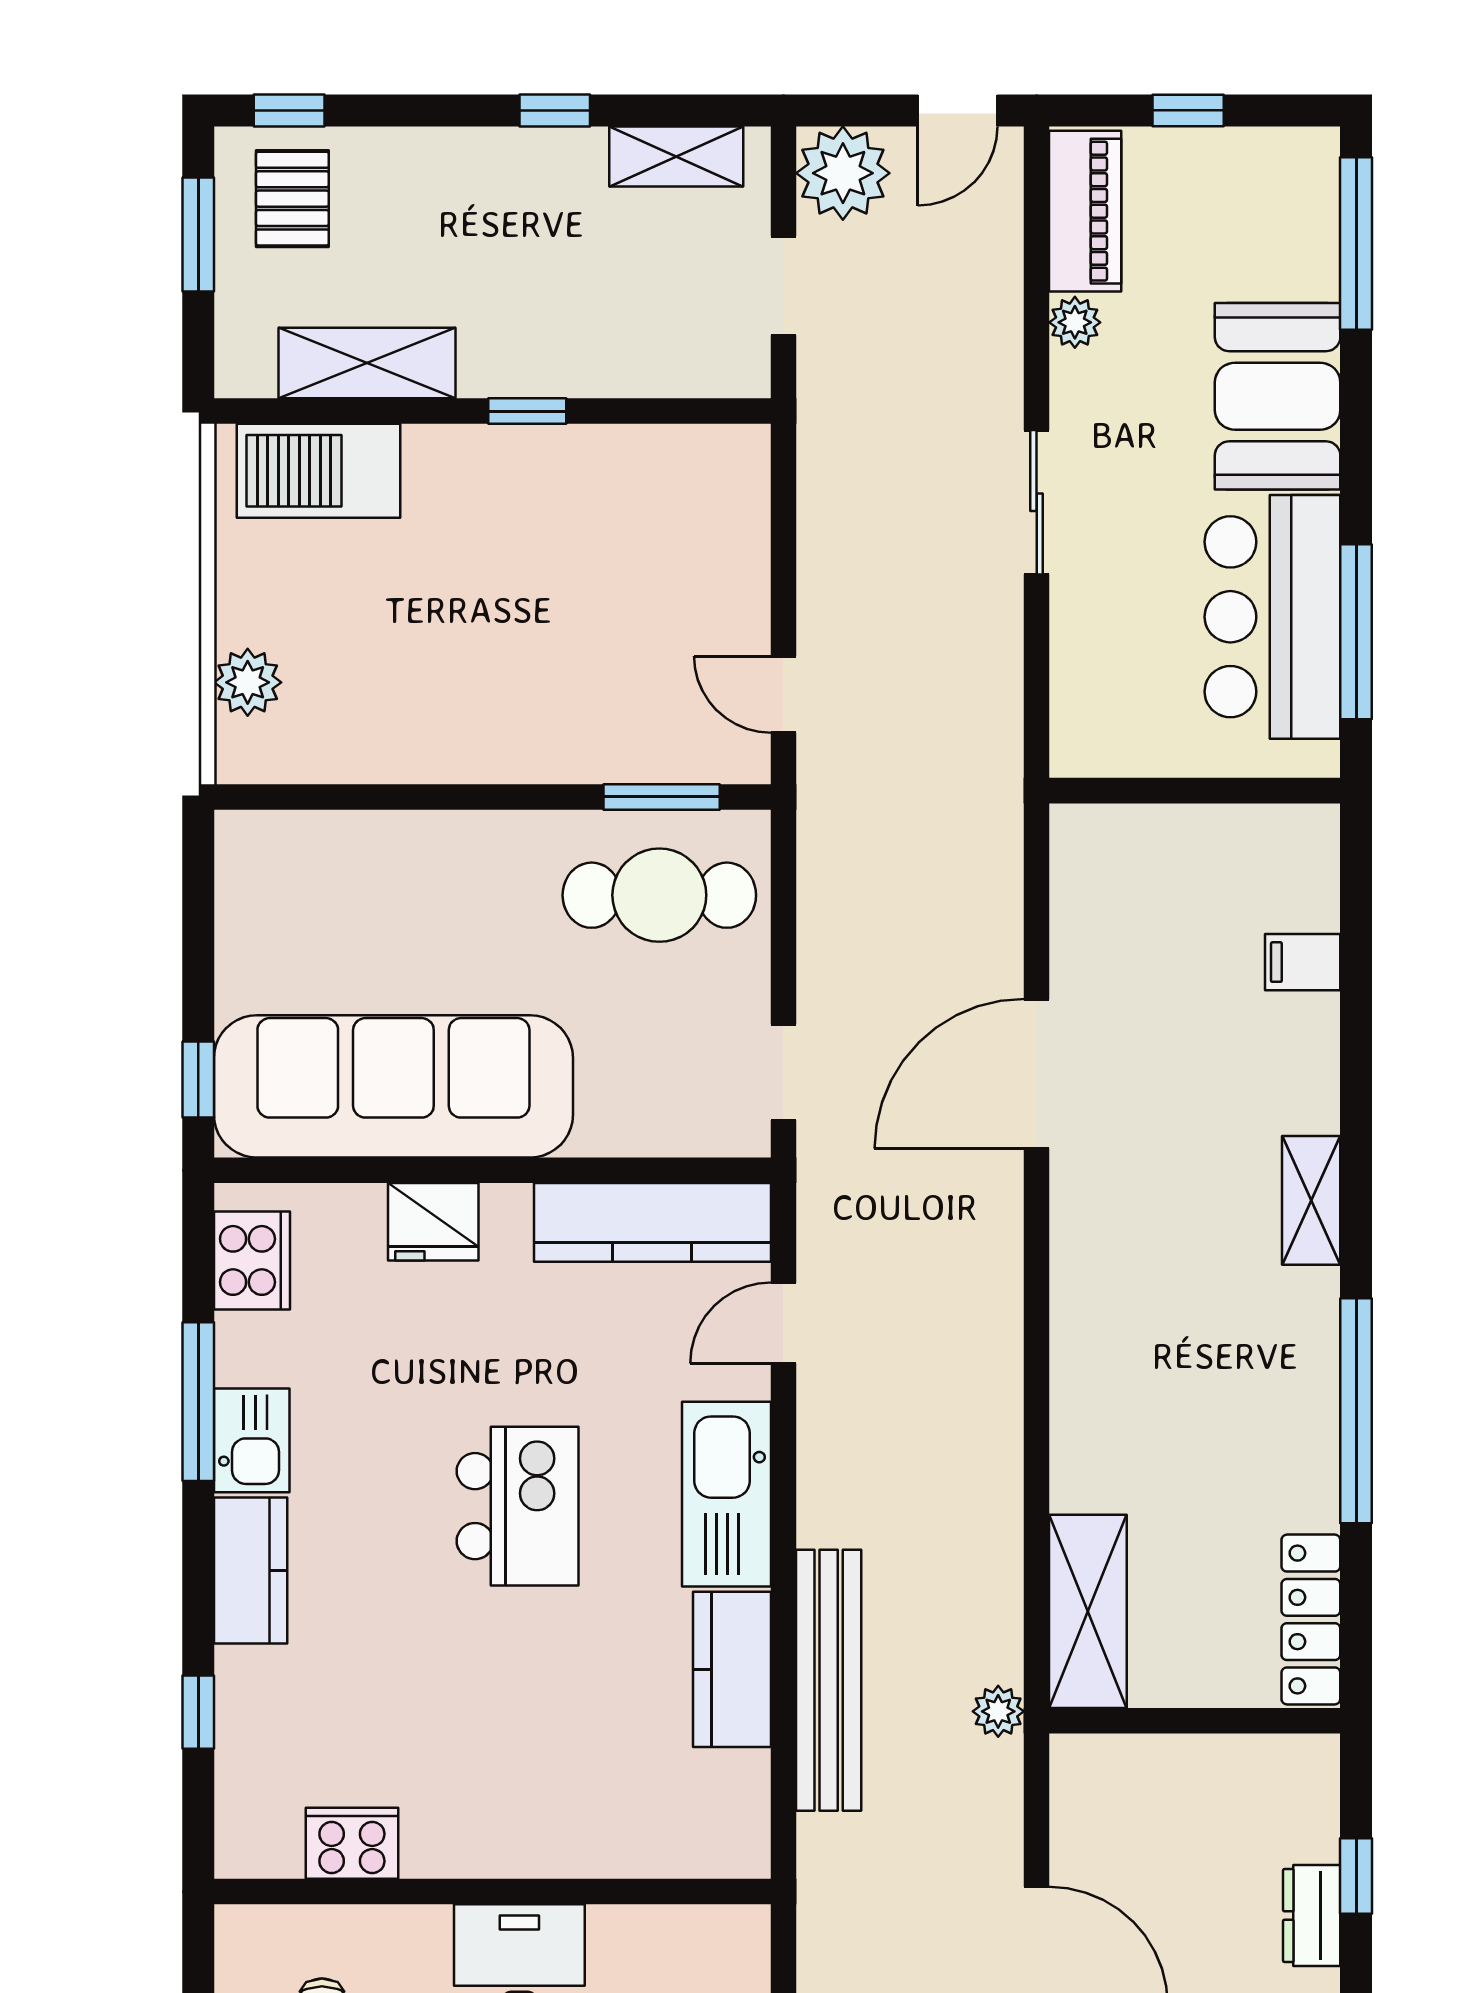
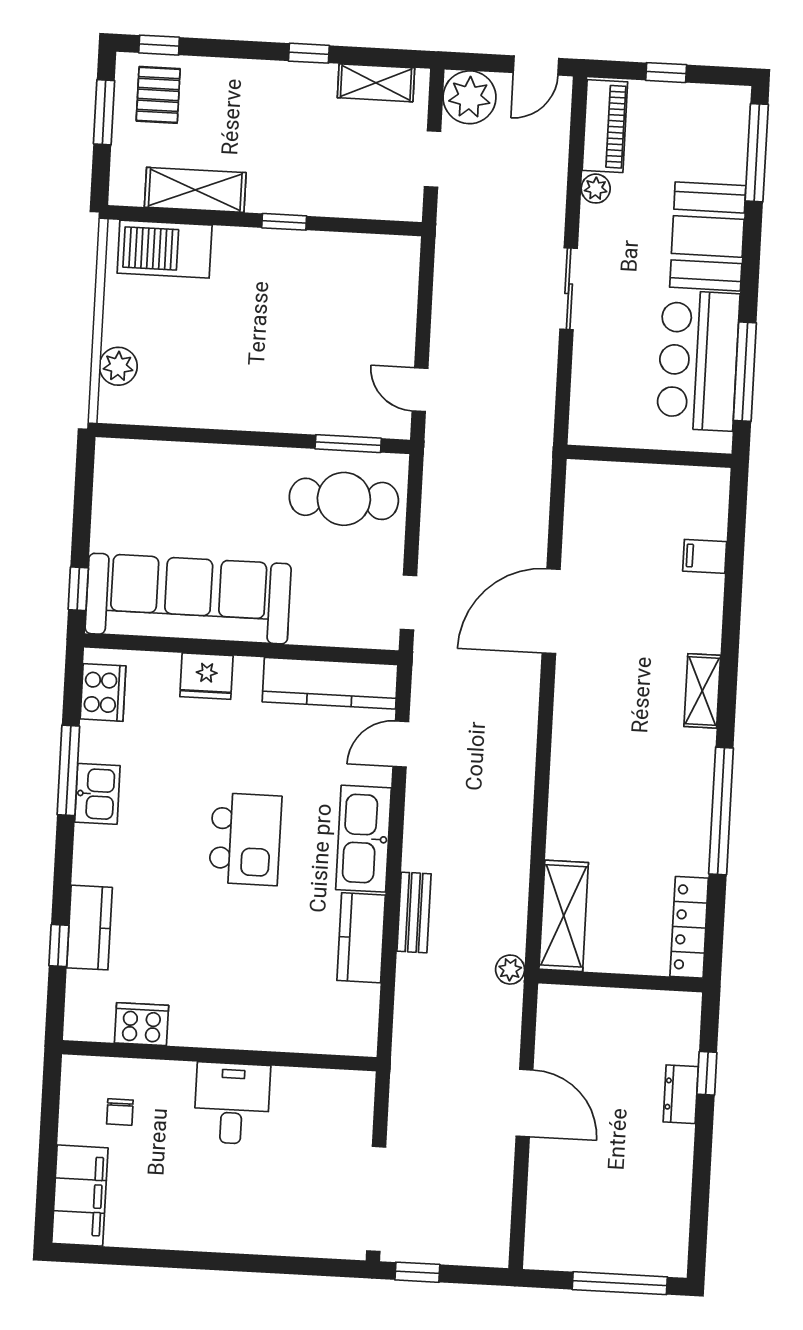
kitchen counter: (251, 1571) -> (89, 928), moved
bench: (829, 1680) -> (414, 912), width x0.54, depth x0.82

